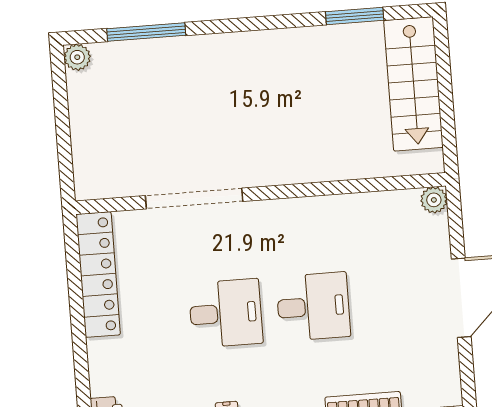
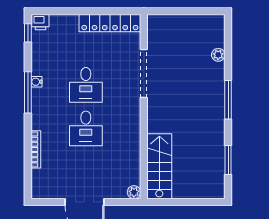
window: (146, 32) -> (228, 100), moved
plant: (77, 57) -> (218, 55), moved
stairs: (413, 84) -> (159, 166), moved, turned 90

